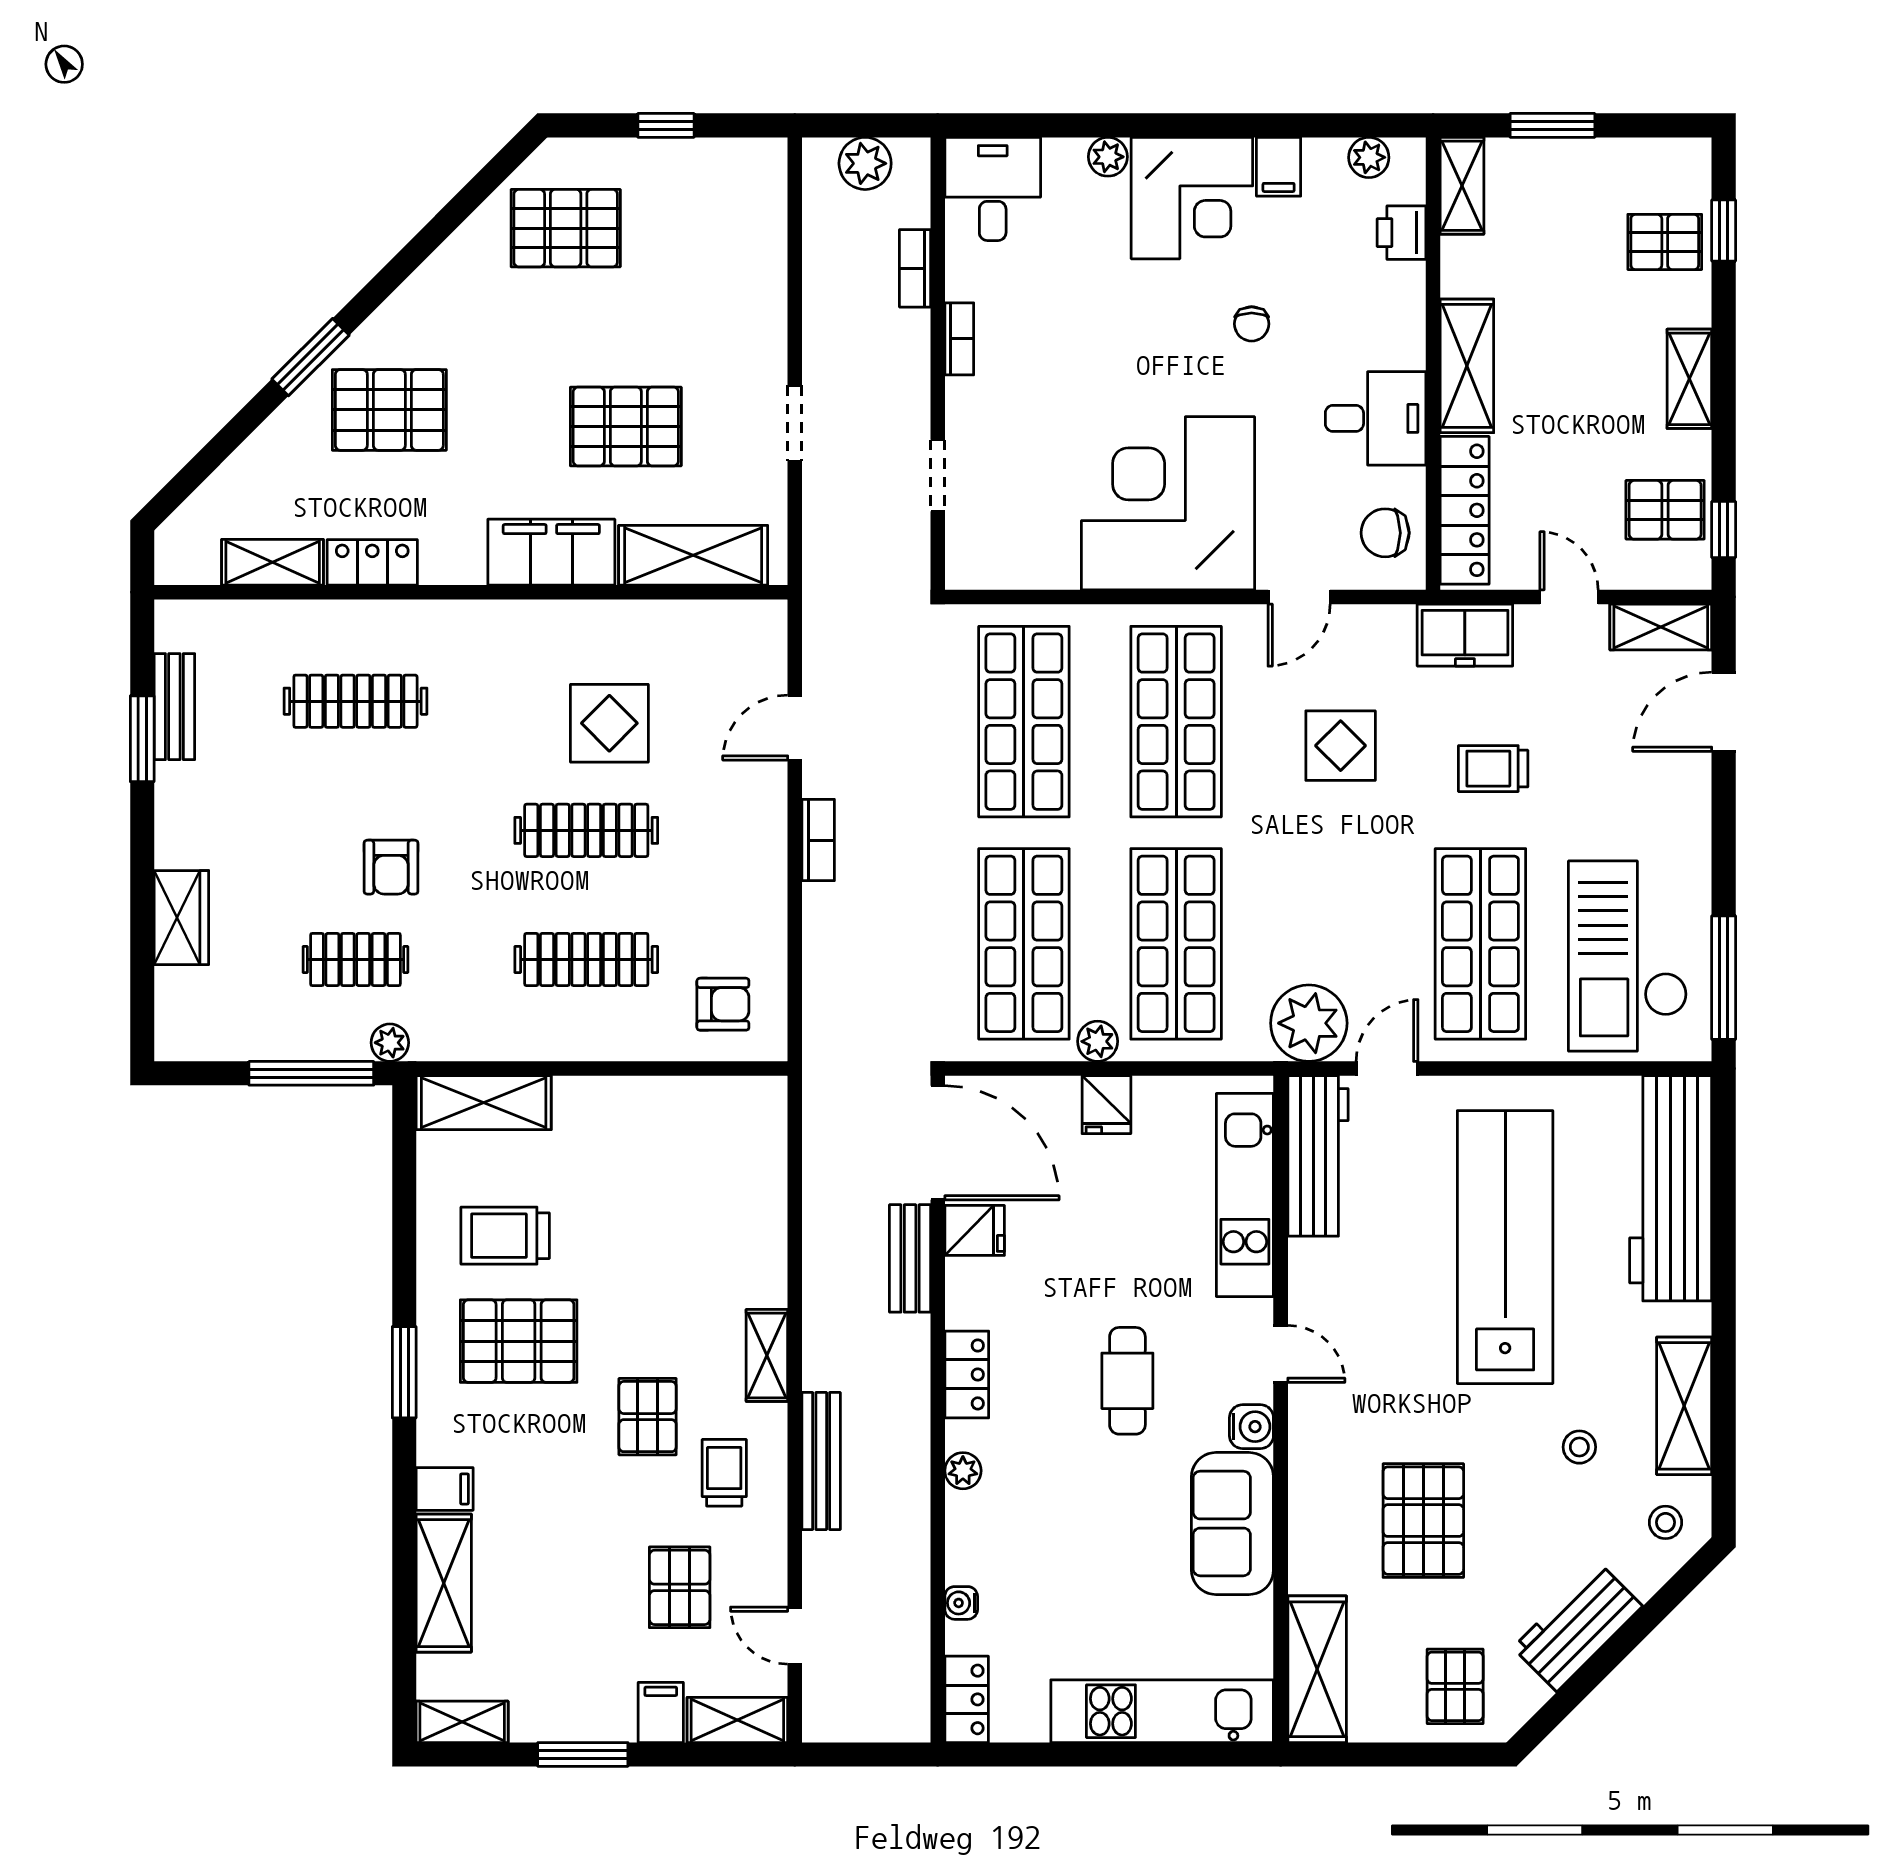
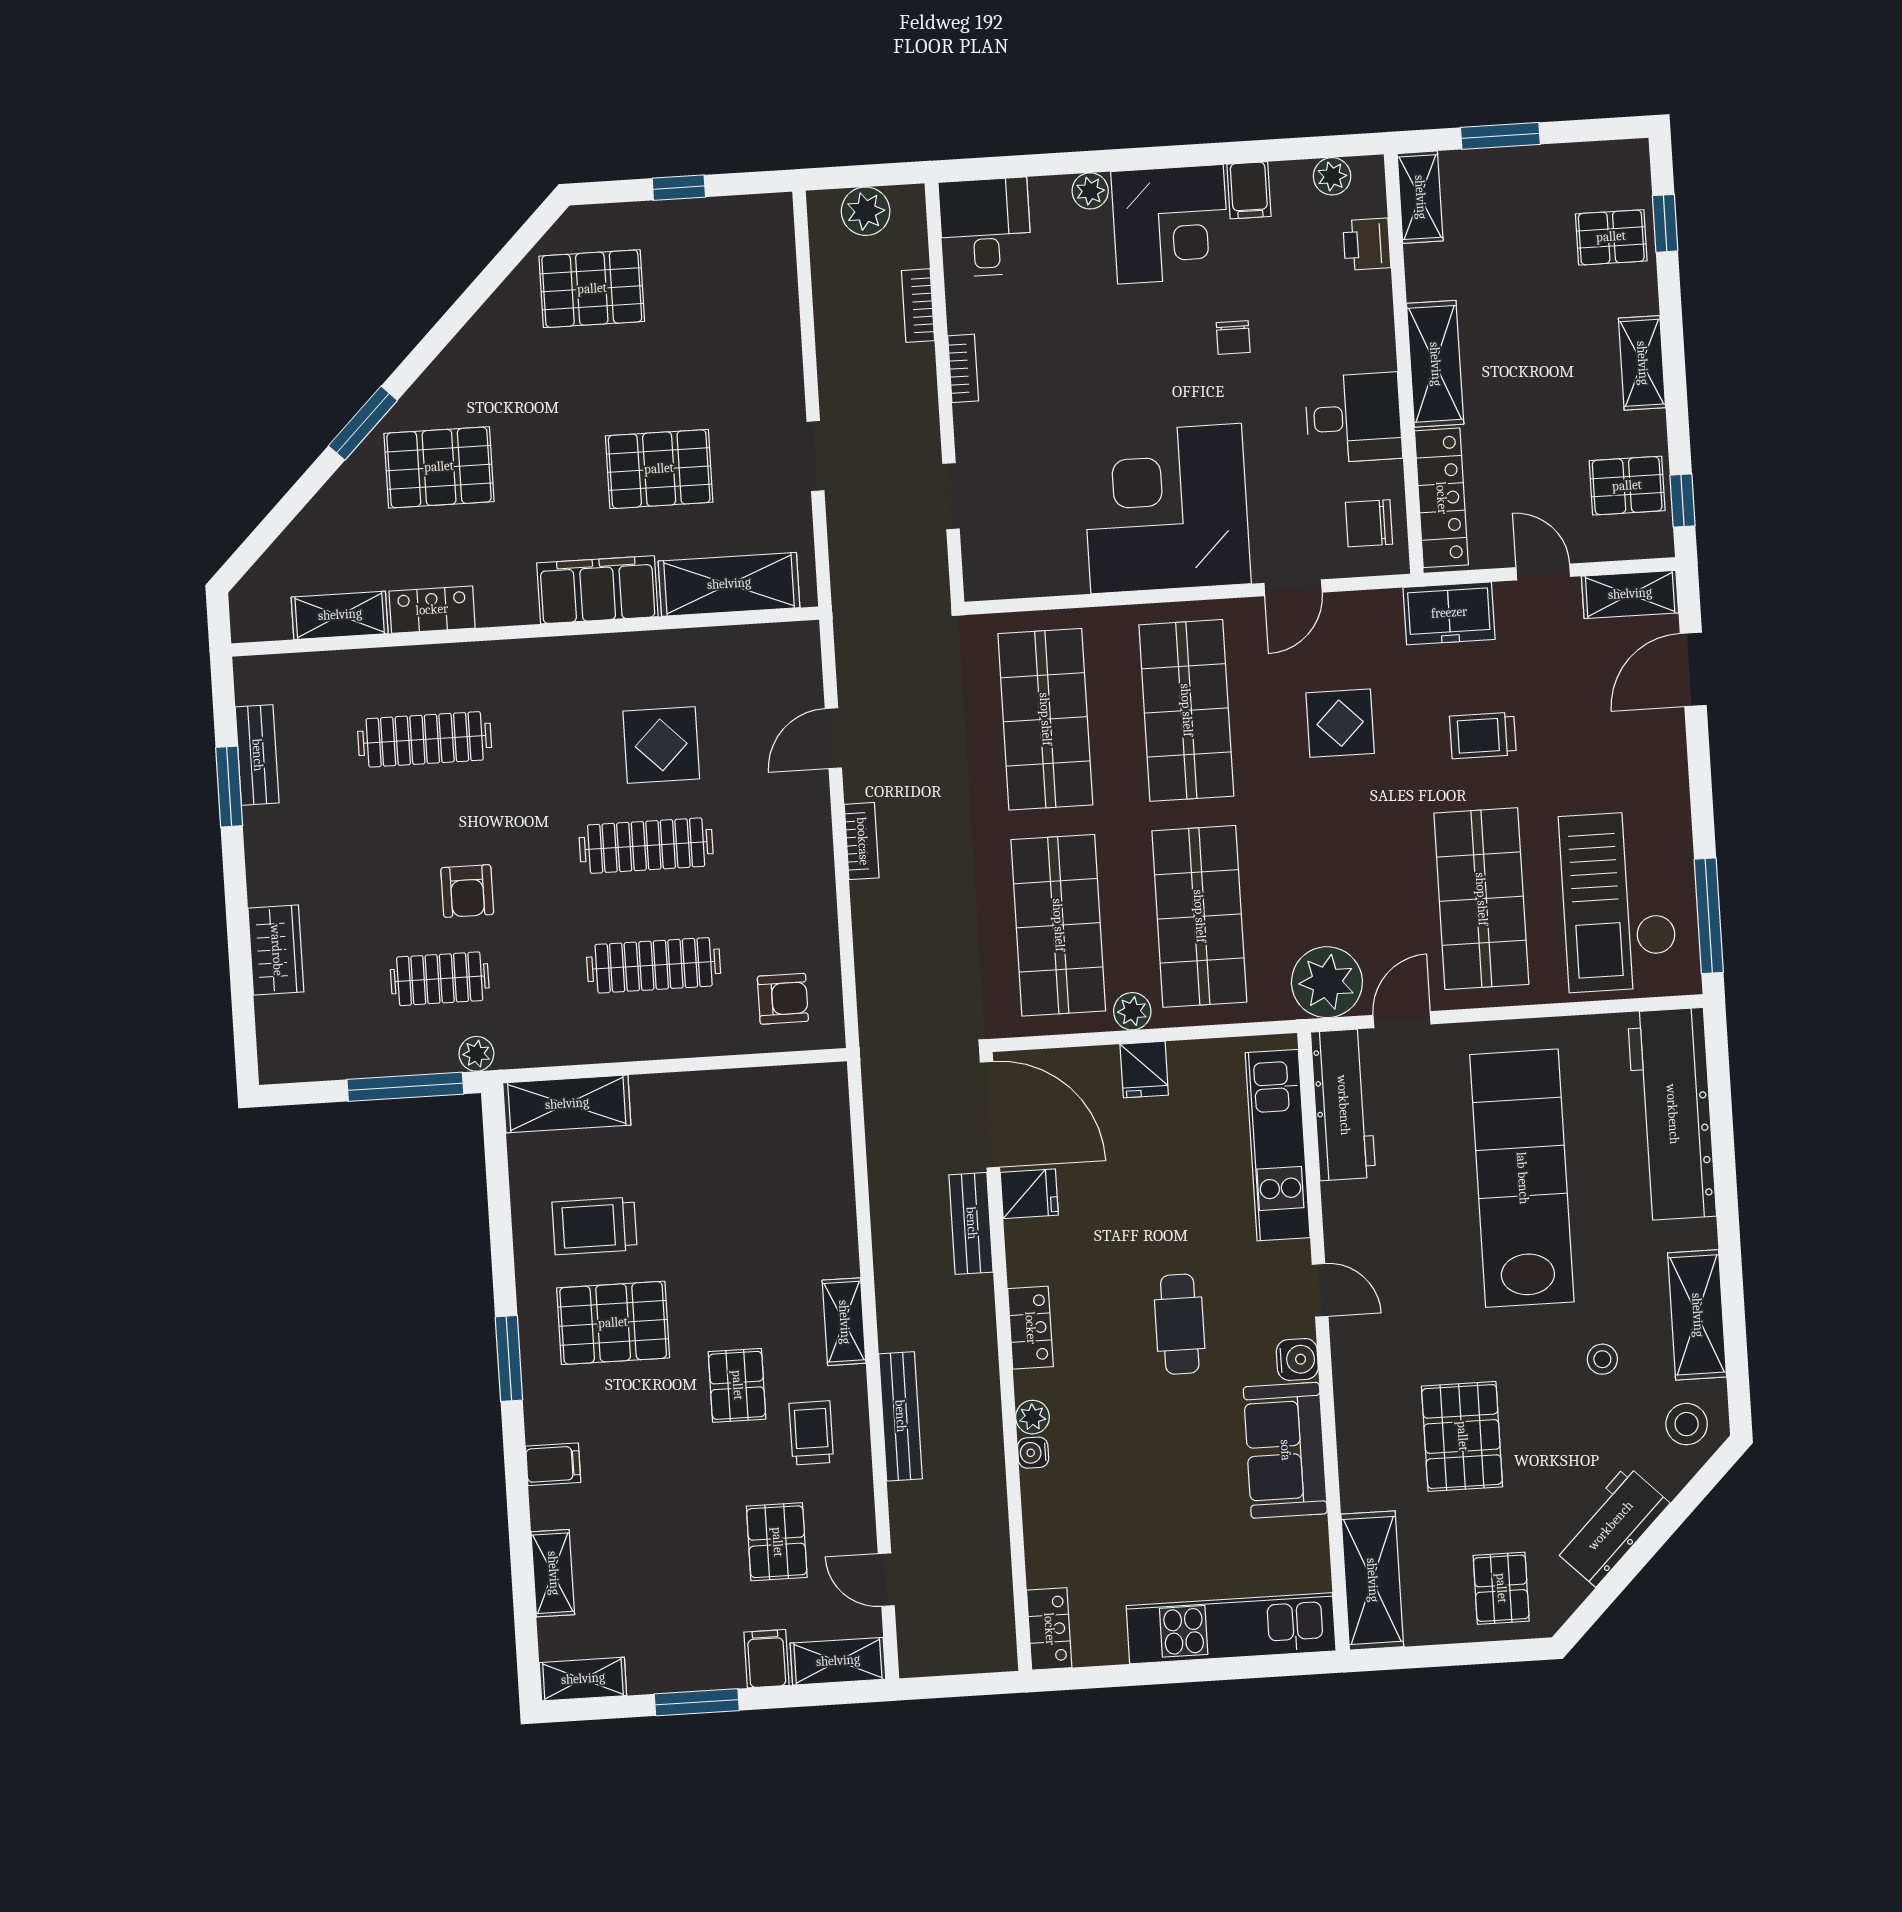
stool: (1665, 1522) -> (1687, 1424), width x1.37, depth x1.37
shelving: (444, 1583) -> (553, 1573), width x0.67, depth x0.75
water cooler: (961, 1603) -> (1033, 1453), moved

